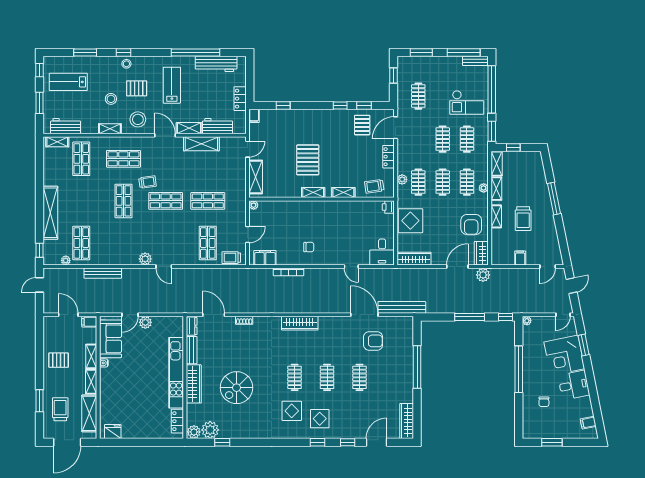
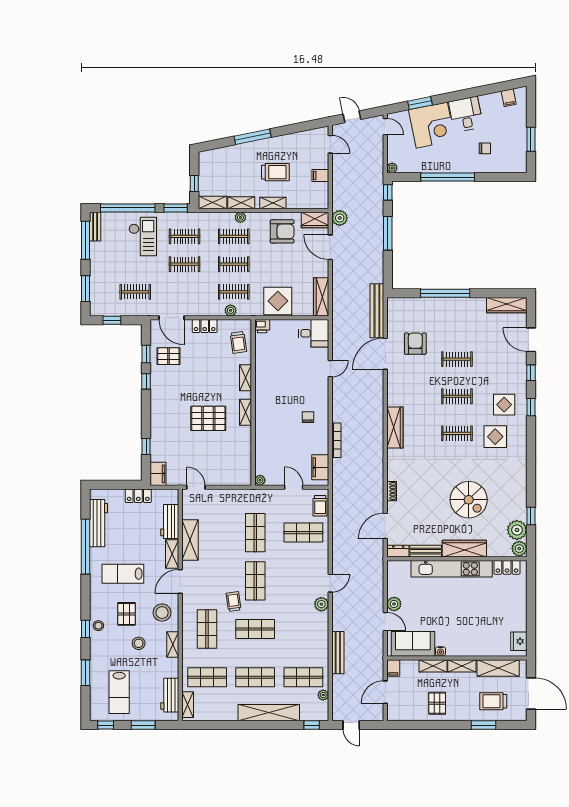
filing cabinet: (254, 116) -> (158, 474), width x2.00
shelving: (256, 177) -> (228, 478), removed
shop shelf: (81, 201) -> (255, 677), added

